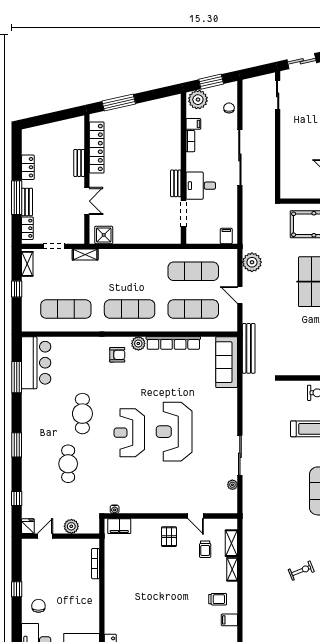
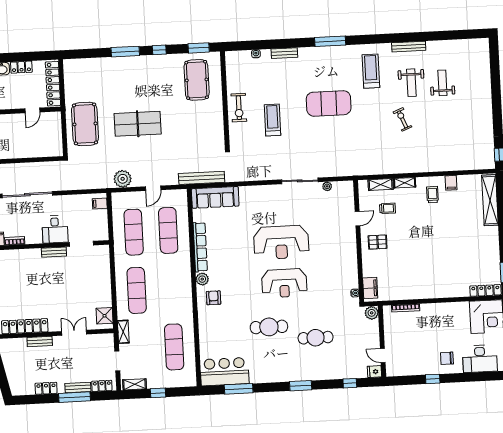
exercise mat: (130, 309) -> (137, 290), moved
plant: (71, 526) -> (372, 313), moved

